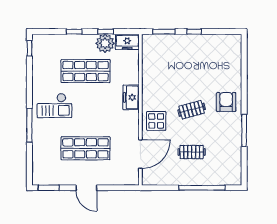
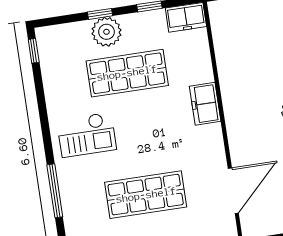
plant: (105, 43) -> (106, 32), moved
display table: (156, 121) -> (250, 135), removed
window: (29, 125) -> (55, 191), moved

